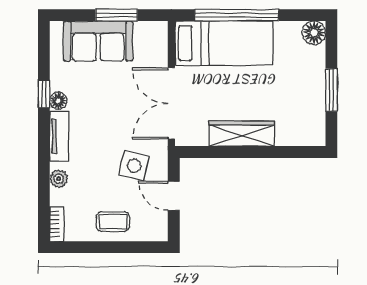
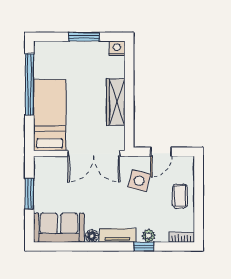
window: (237, 15) -> (29, 84), moved
floor lamp: (314, 33) -> (42, 50), removed
sofa: (98, 41) -> (59, 228), moved, turned -90
window: (44, 94) -> (144, 247), moved
nightstand: (316, 135) -> (117, 48), added

